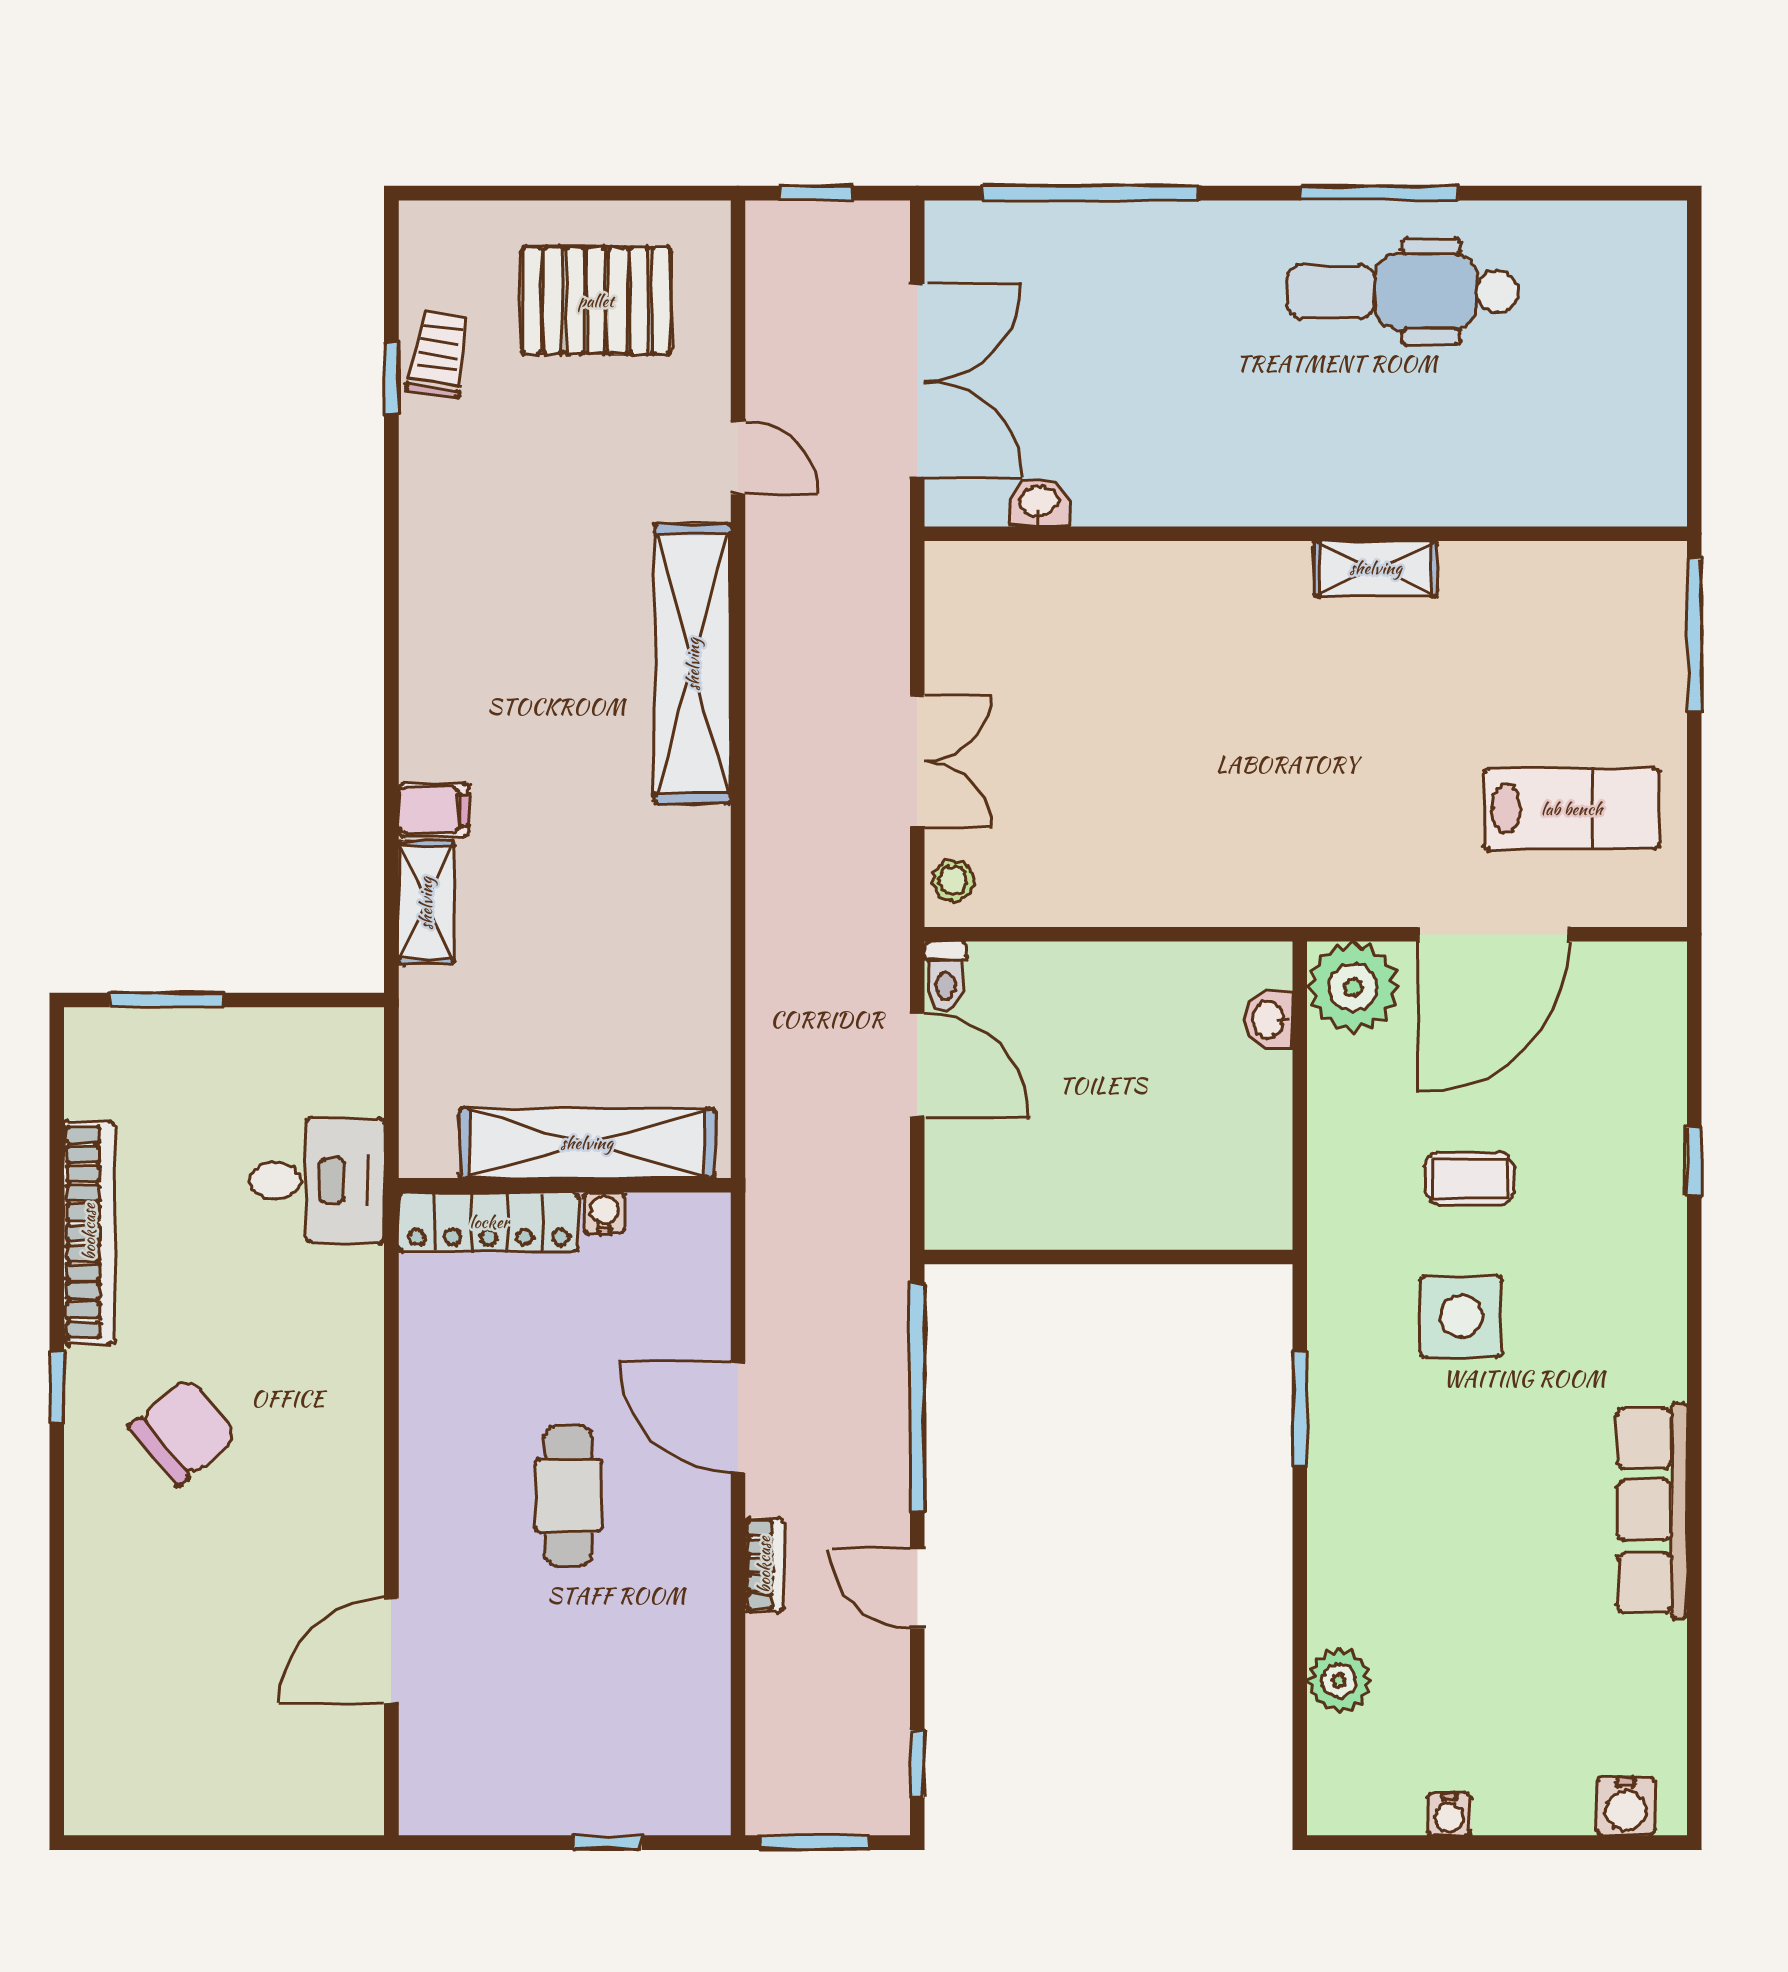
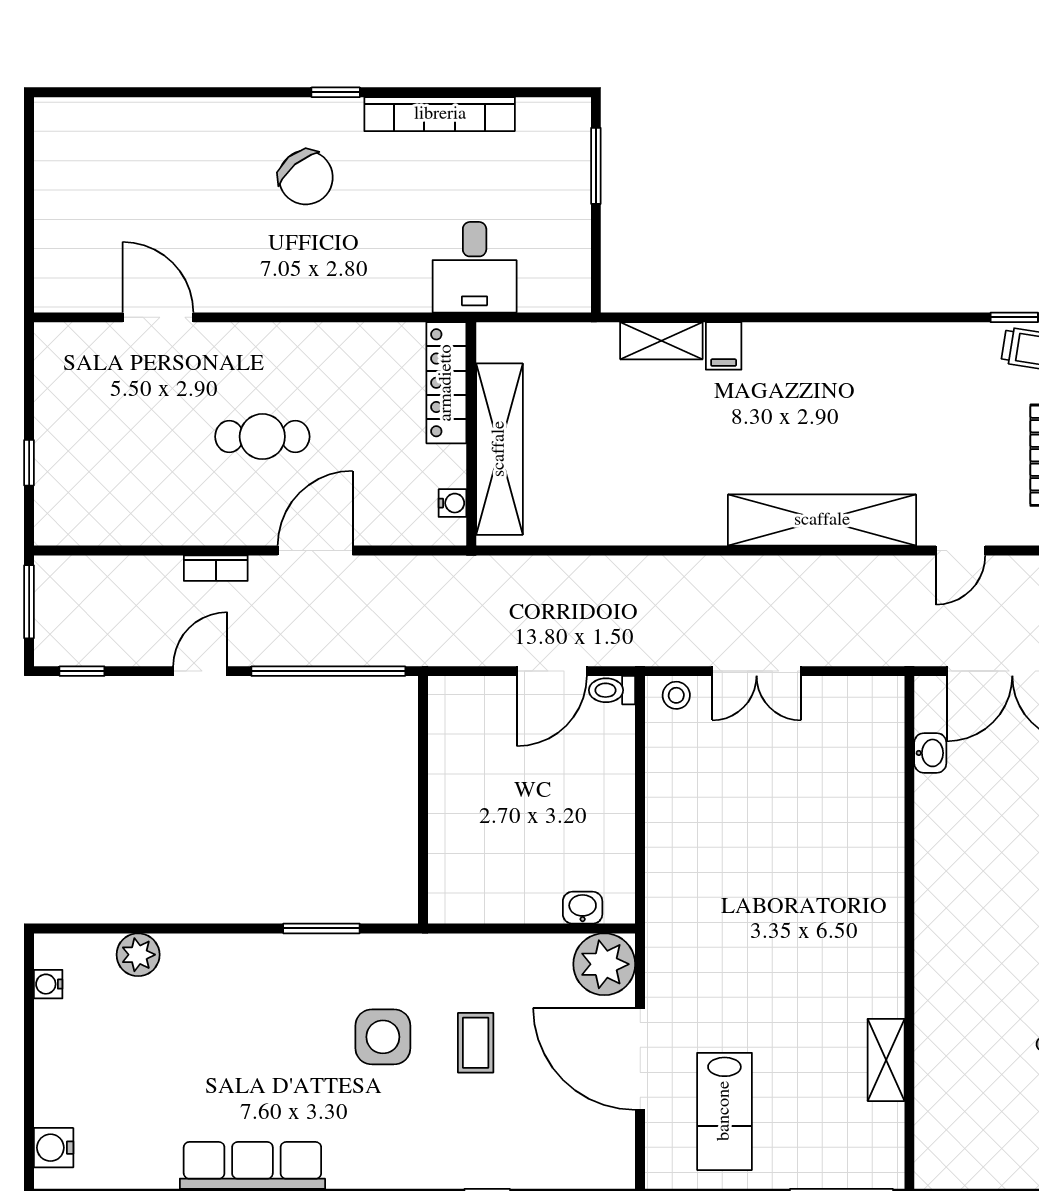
shelving: (1376, 568) -> (886, 1060), moved
water cooler: (604, 1213) -> (452, 503), moved
water cooler: (1449, 1814) -> (48, 984), moved

